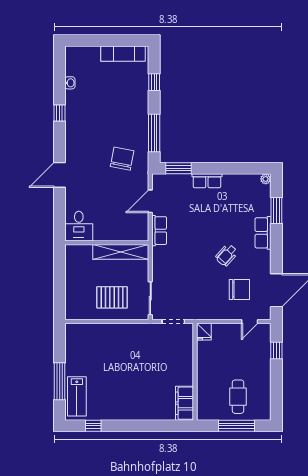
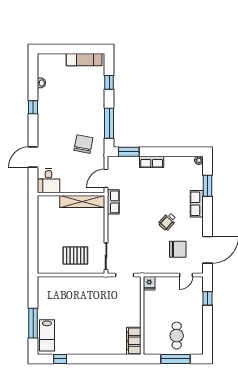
desk: (79, 226) -> (49, 181), moved
wall: (107, 243) -> (71, 194), moved
shelving: (121, 252) -> (82, 202), moved

